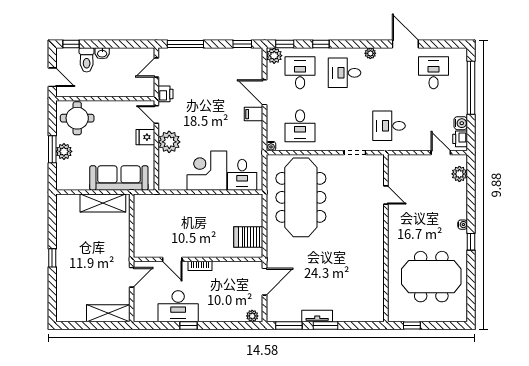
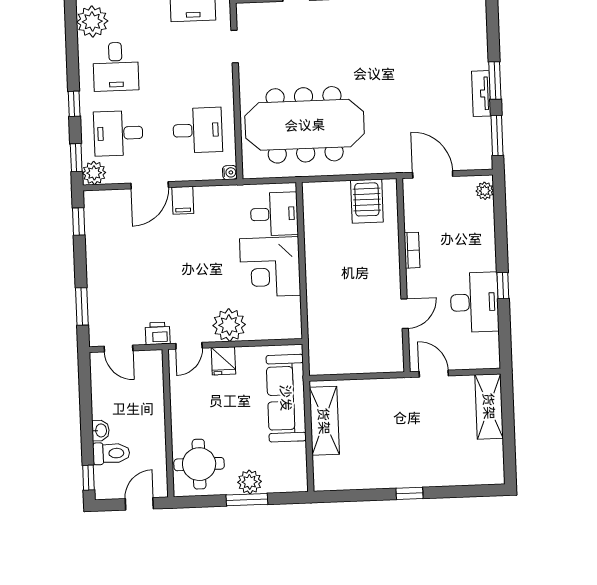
window: (185, 44) -> (82, 306), width x0.69
plant: (370, 53) -> (92, 22), width x1.88, depth x1.88
bookcase: (200, 266) -> (412, 250), moved

